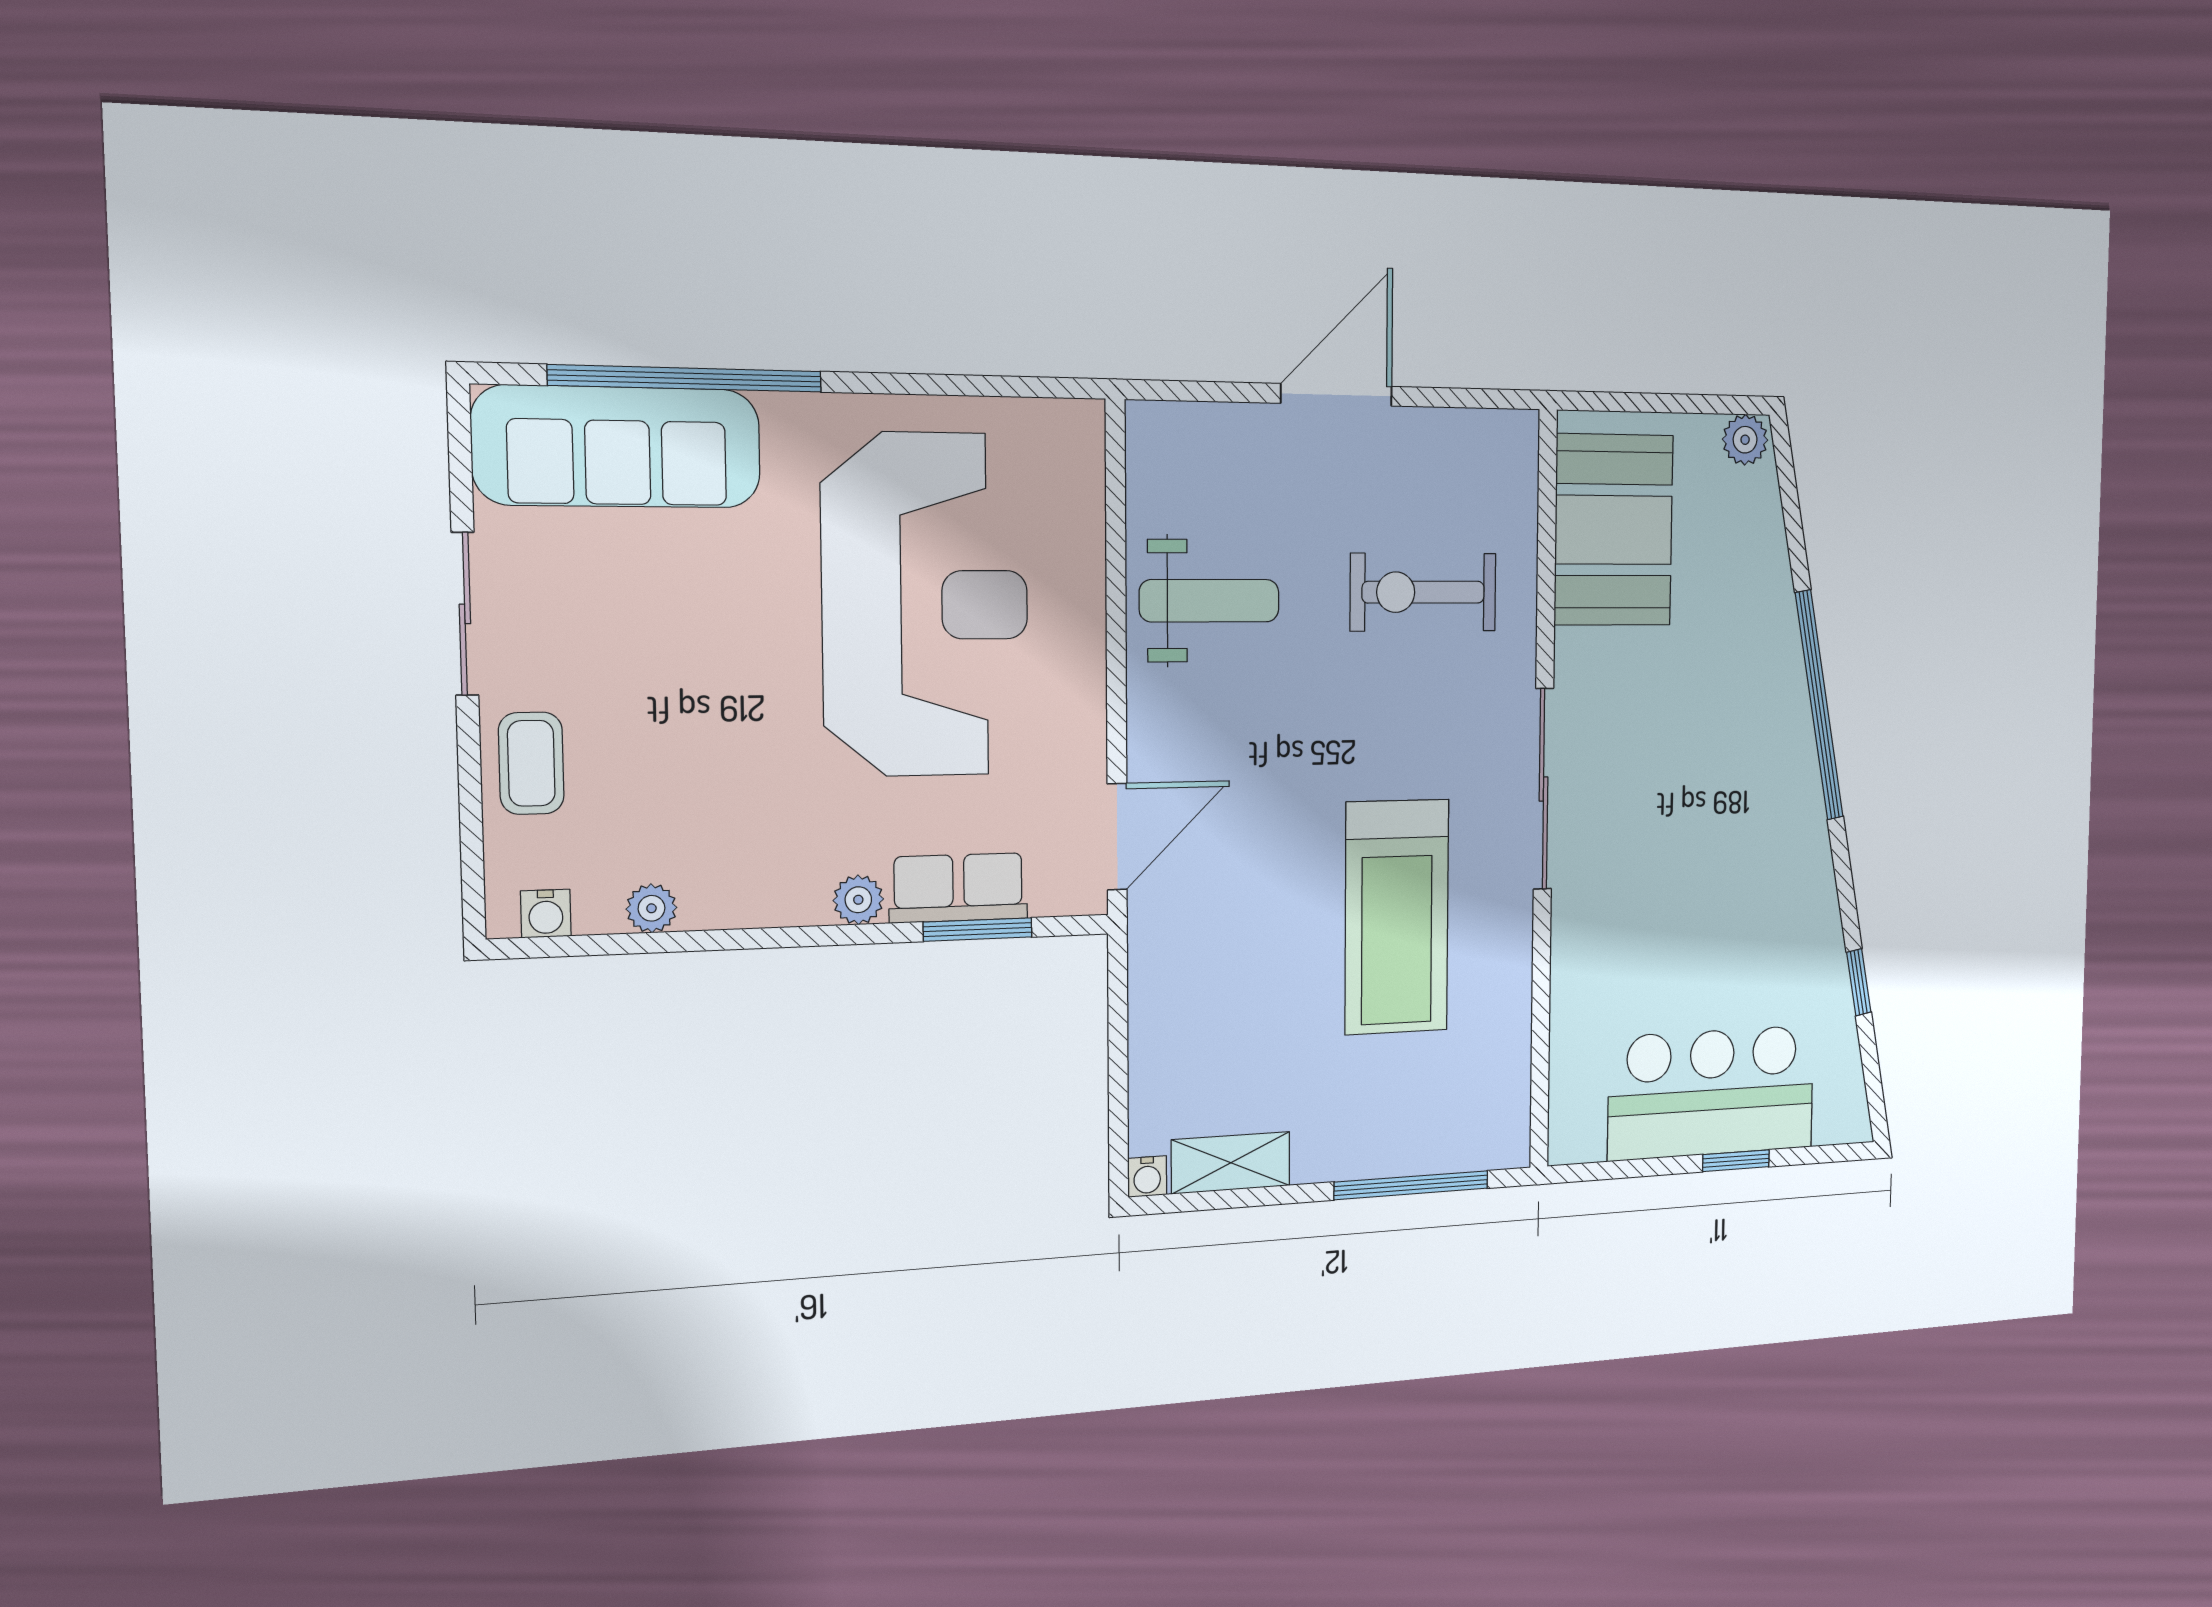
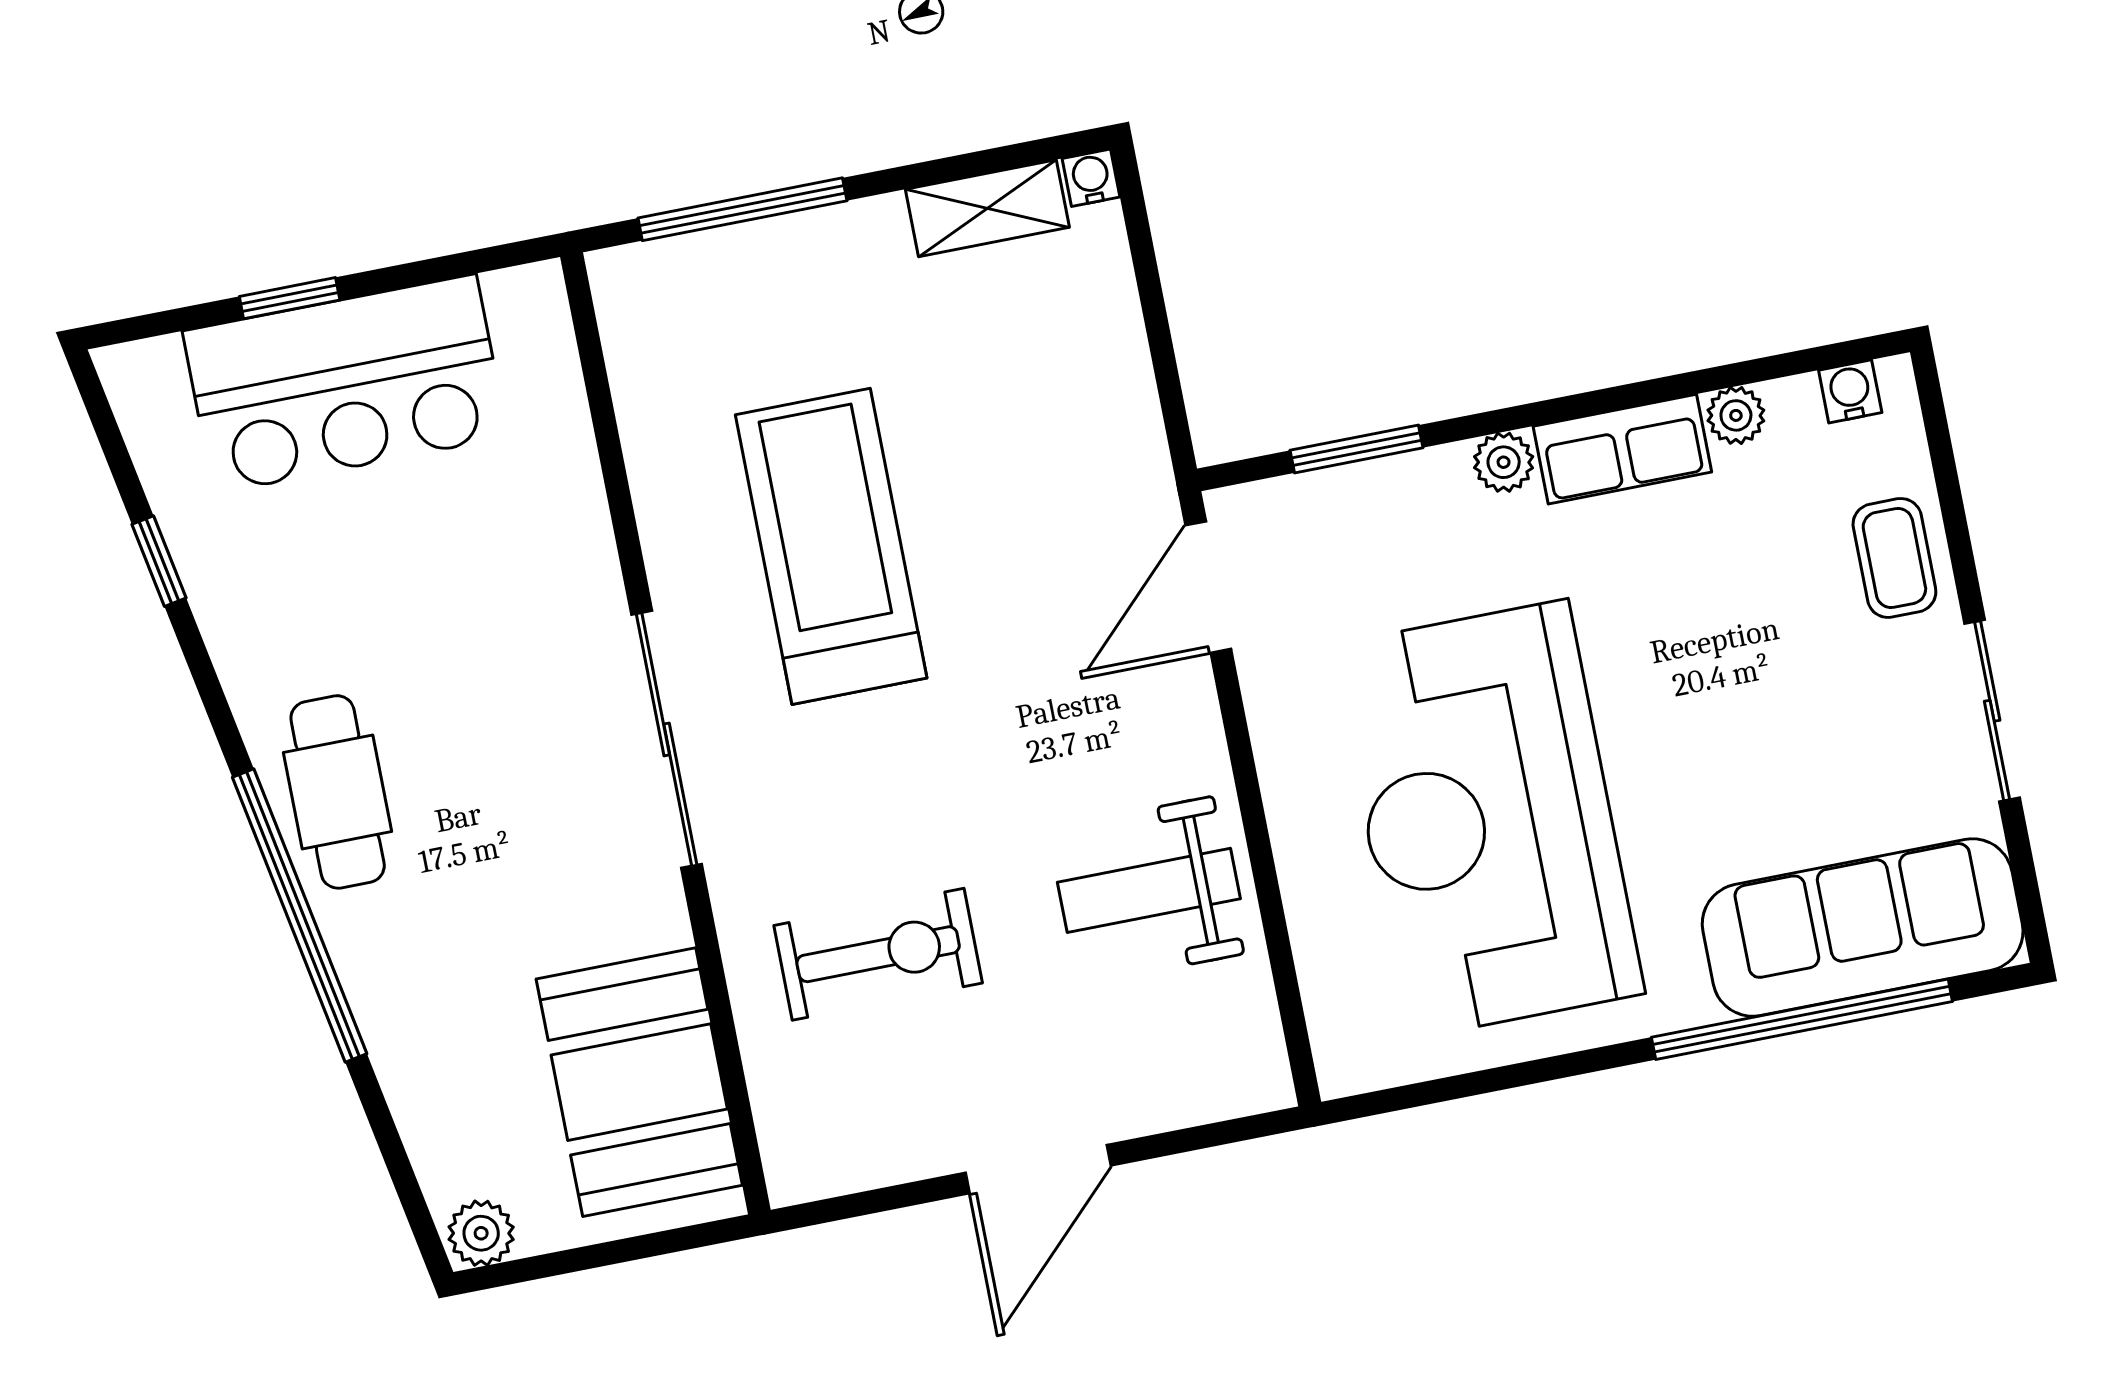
cafe table: (1776, 792) -> (338, 792), added
row of seats: (958, 888) -> (1622, 449), moved

